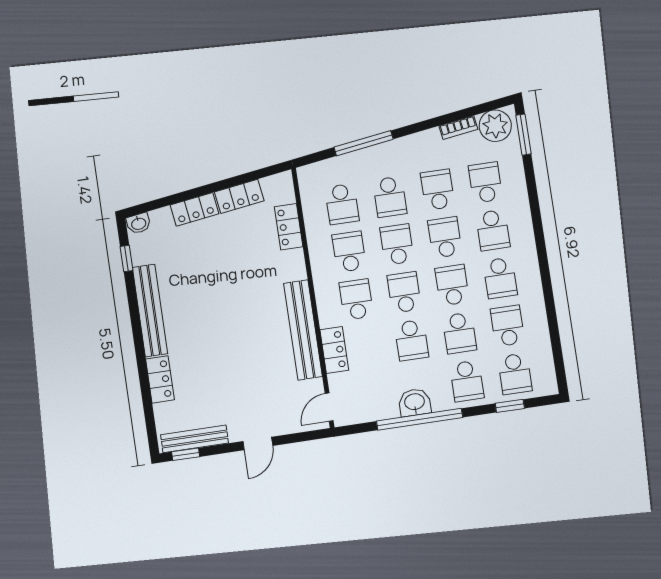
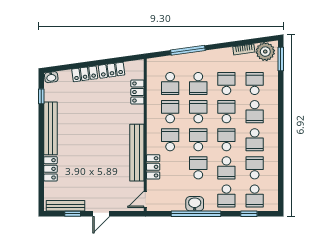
school desk: (411, 340) -> (198, 168), turned 180
window: (186, 454) -> (73, 214), moved

